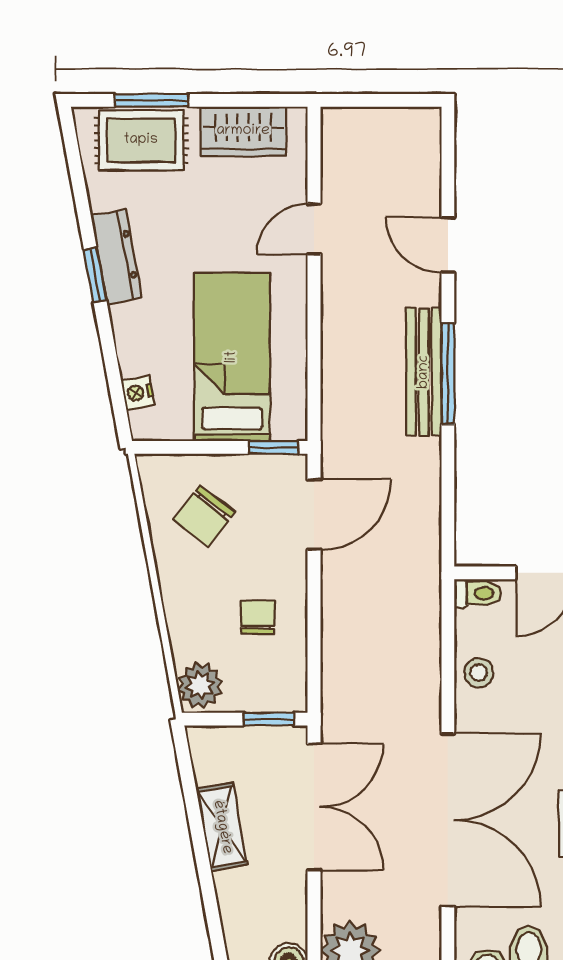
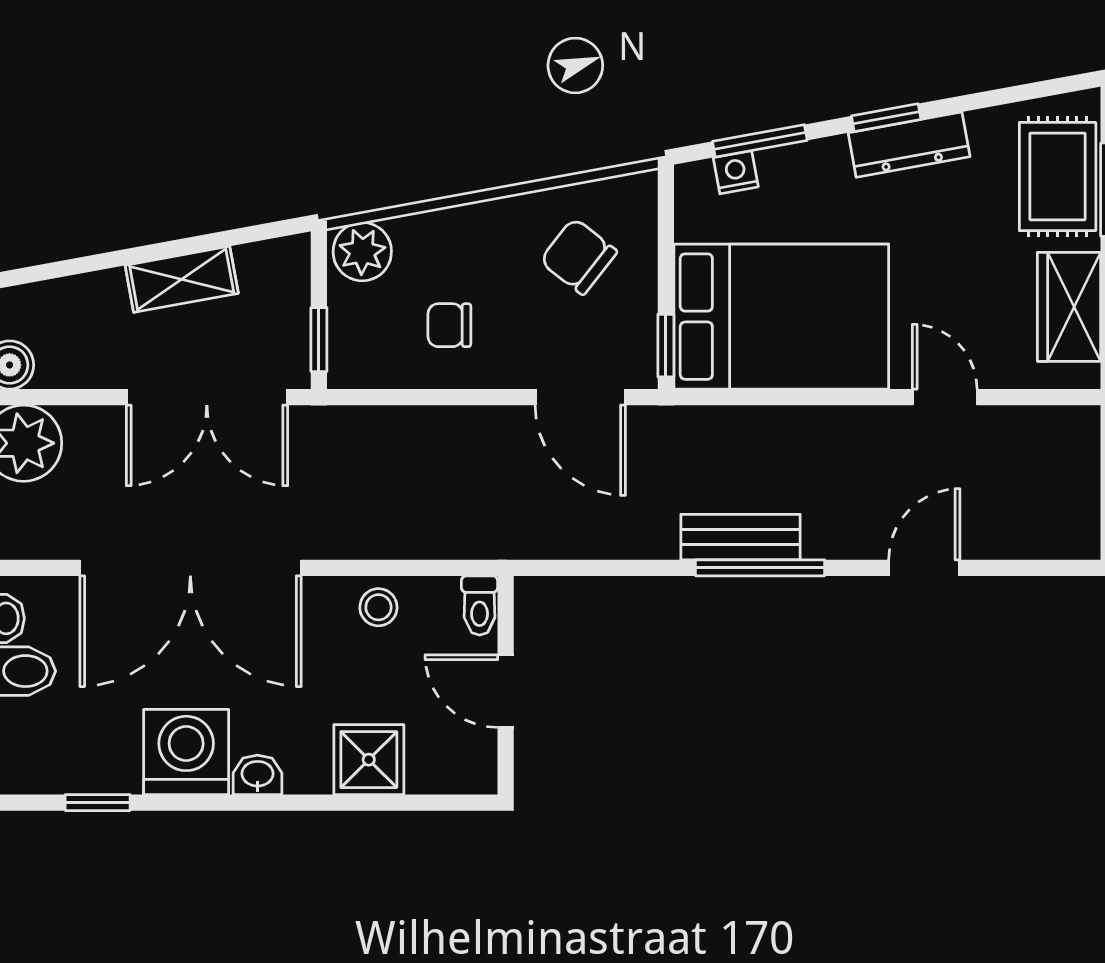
bed: (232, 357) -> (781, 317), width x1.50
bench: (424, 372) -> (740, 537), width x0.73
window: (113, 374) -> (760, 141), added
chair: (258, 617) -> (449, 325), turned 180

